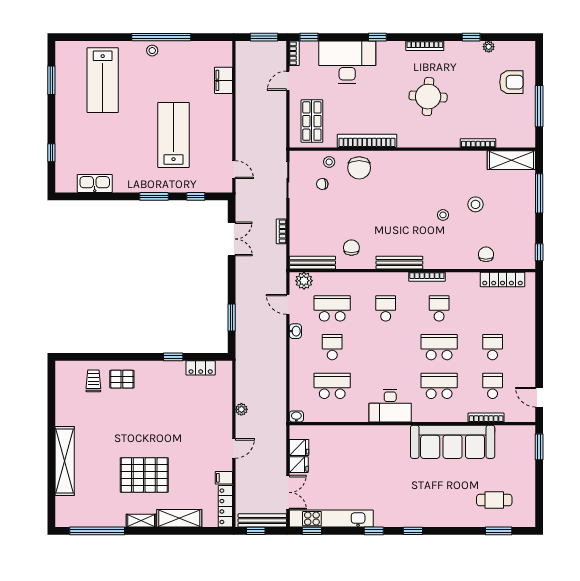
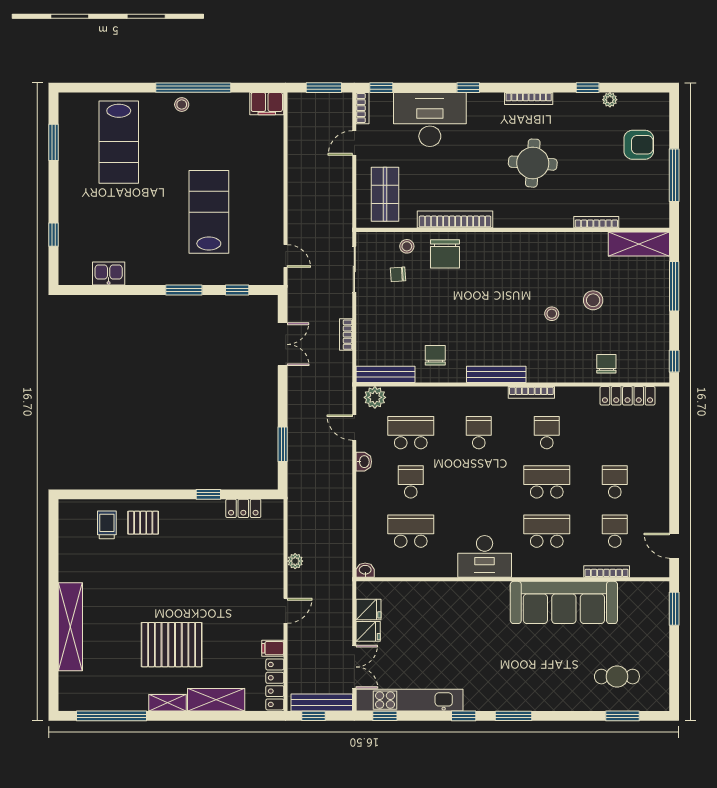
filing cabinet: (223, 80) -> (267, 104), moved, turned -90
kitchen sink: (95, 183) -> (109, 274), width x0.73
window: (413, 531) -> (513, 716), width x1.50

